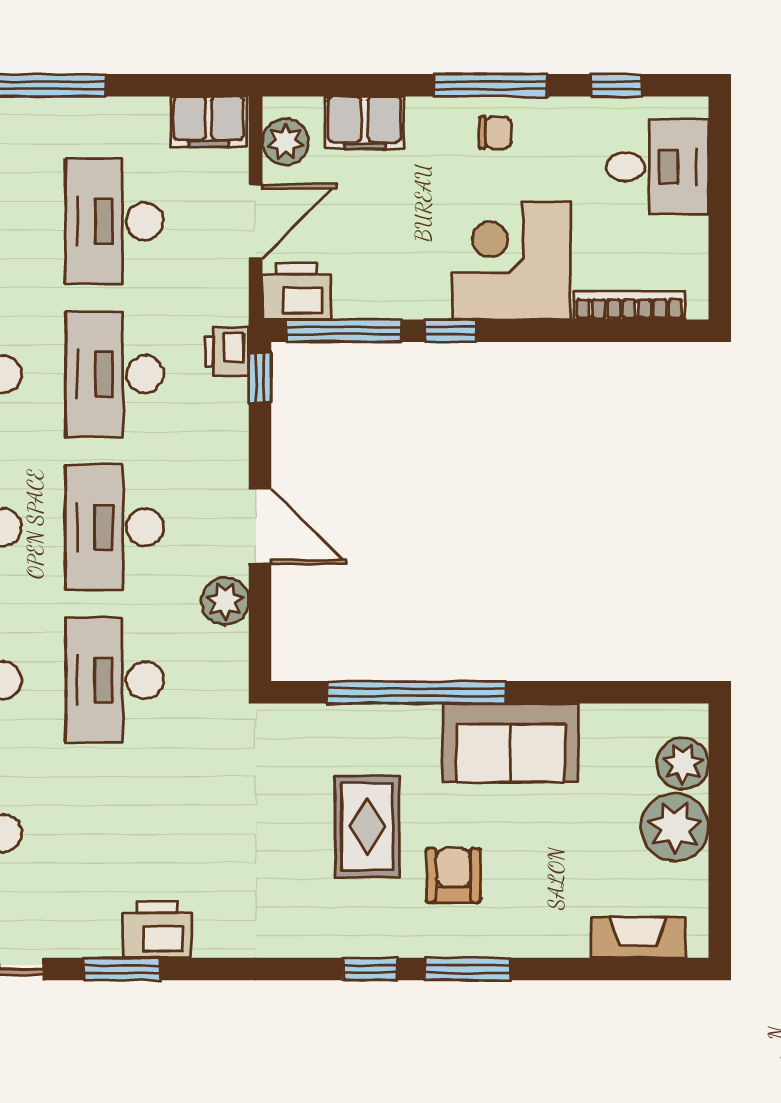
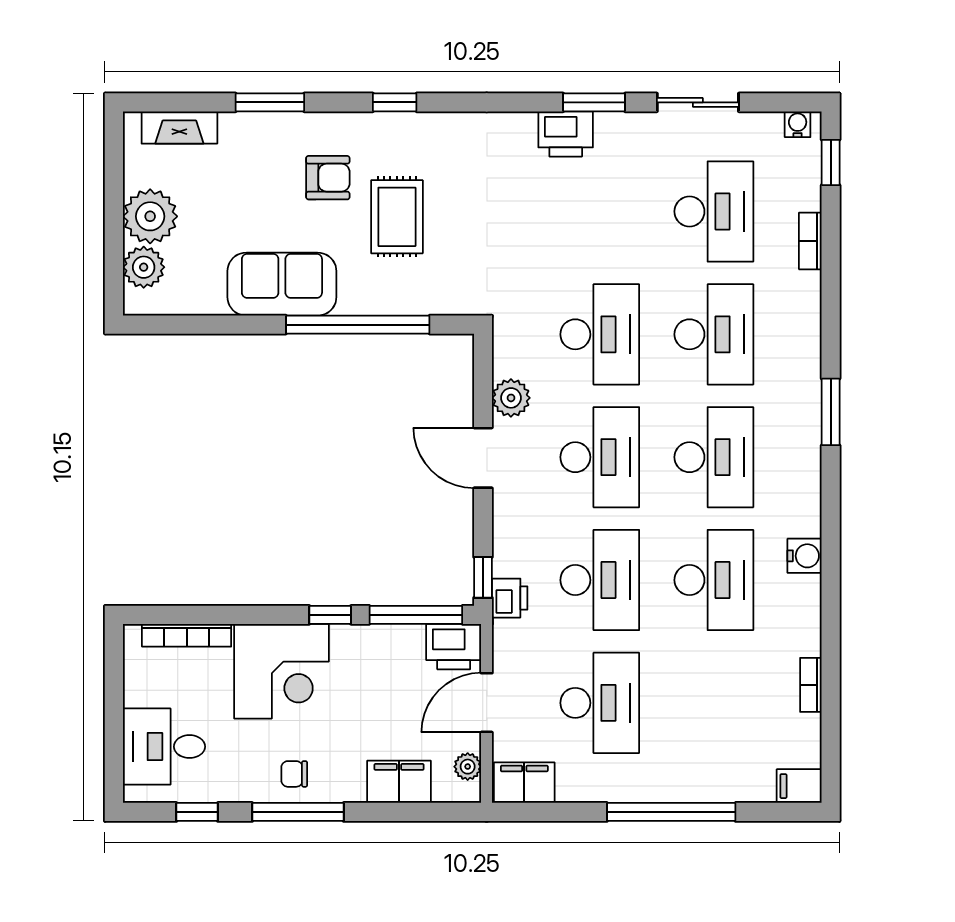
plant: (286, 142) -> (468, 767), width x0.73, depth x0.73
armchair: (453, 875) -> (328, 178), turned -90
window: (468, 969) -> (270, 102), moved

